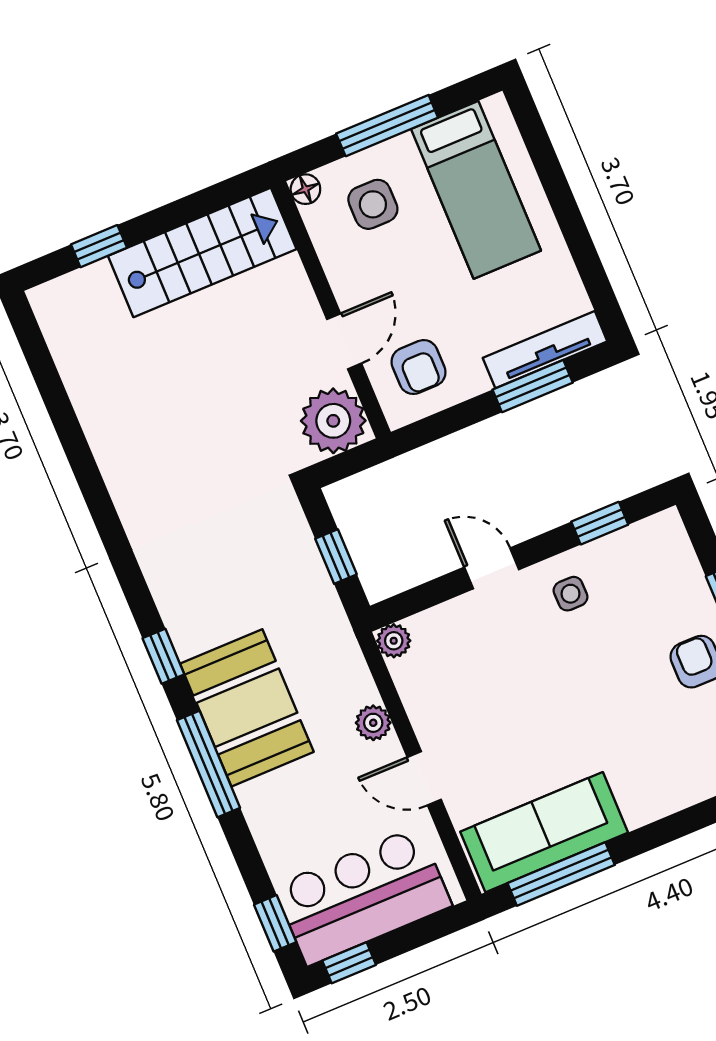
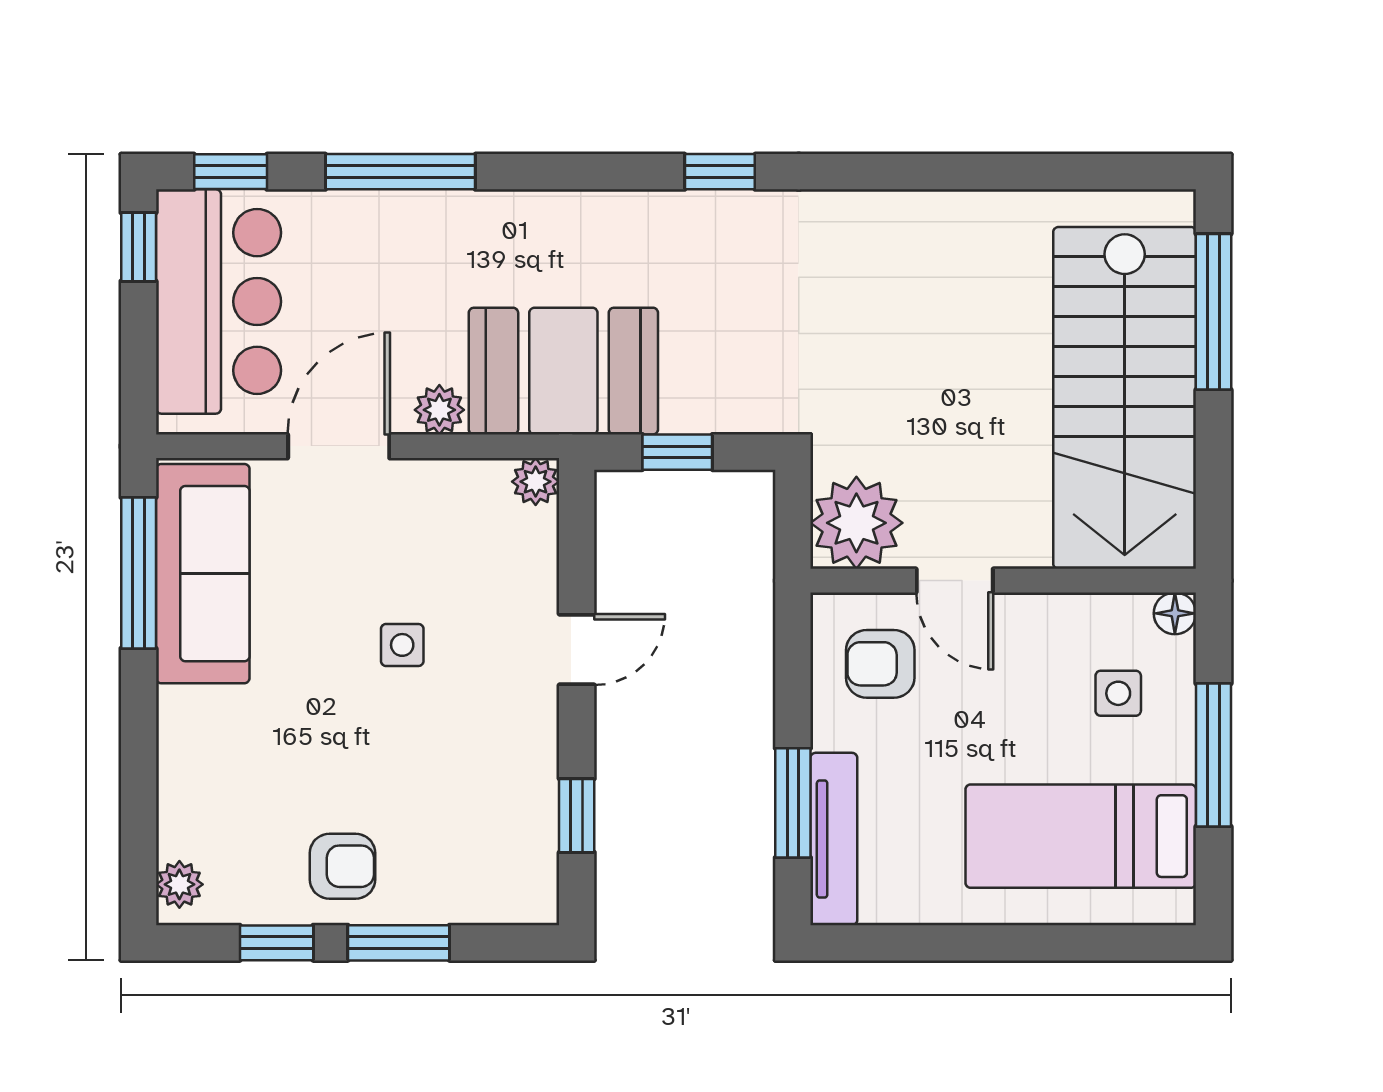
side table: (373, 204) -> (1118, 693), width x0.73, depth x0.73
window: (99, 246) -> (1213, 312), width x2.17
stairs: (202, 252) -> (1125, 398), width x1.36, depth x1.51
side table: (571, 594) -> (402, 645), moved
window: (163, 656) -> (720, 172), moved
booth: (247, 708) -> (563, 371), moved
window: (208, 764) -> (400, 172), moved
door: (424, 778) -> (339, 446), width x1.38

